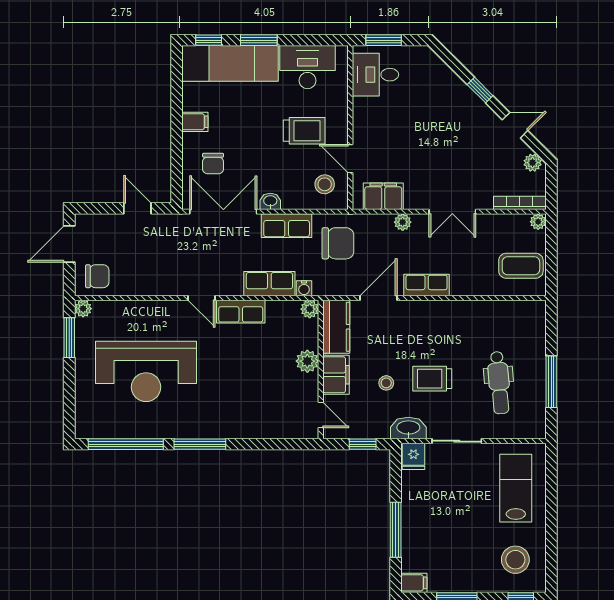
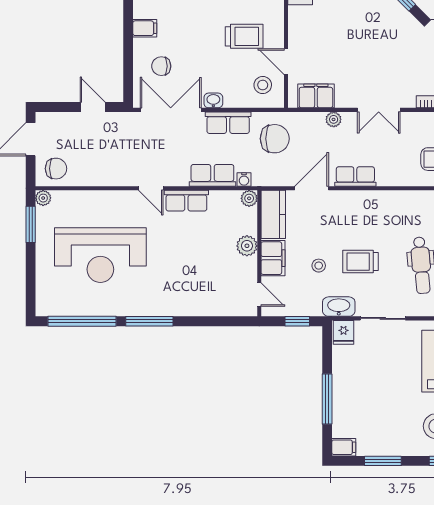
chair: (213, 163) -> (161, 66), turned 90

